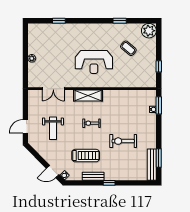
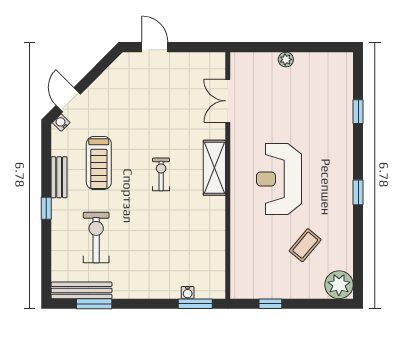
window: (120, 21) -> (358, 192), moved
weight bench: (53, 128) -> (151, 100), removed
exercise bike: (123, 141) -> (96, 238), moved

